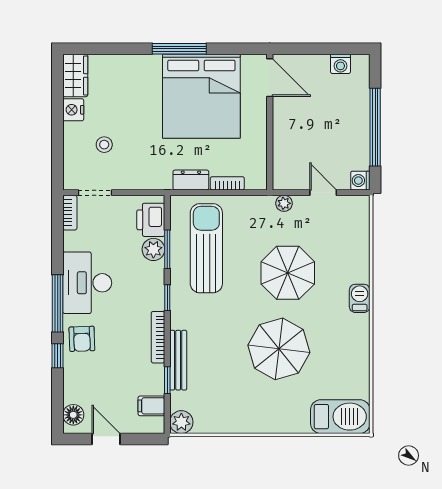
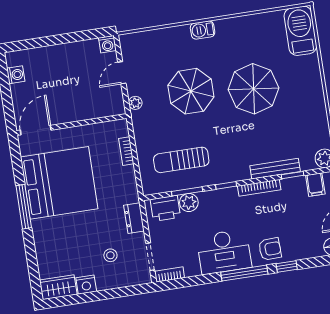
window: (375, 127) -> (62, 39), removed
dresser: (191, 180) -> (134, 218), moved
sun lounger: (206, 248) -> (181, 160), width x0.73, depth x0.75

